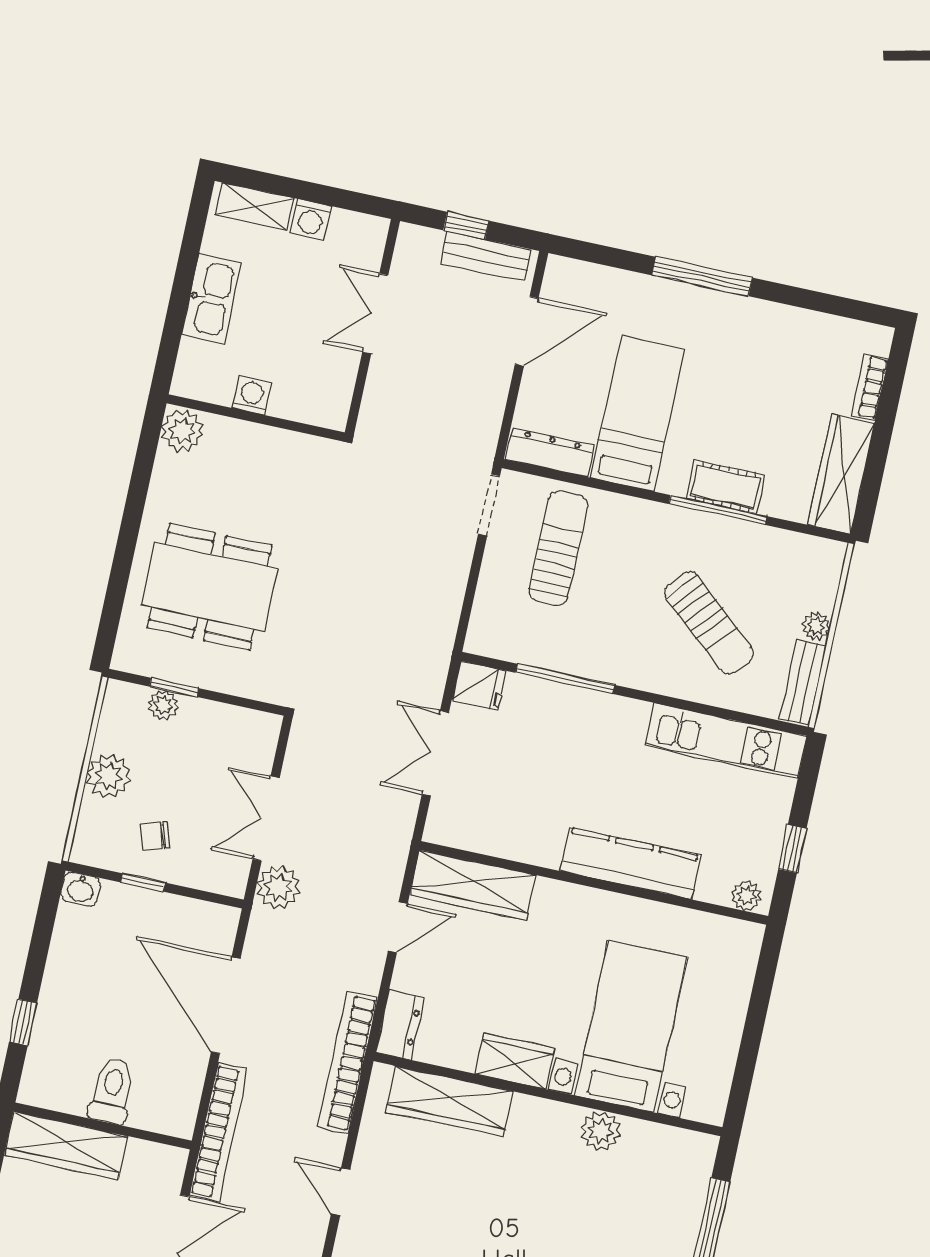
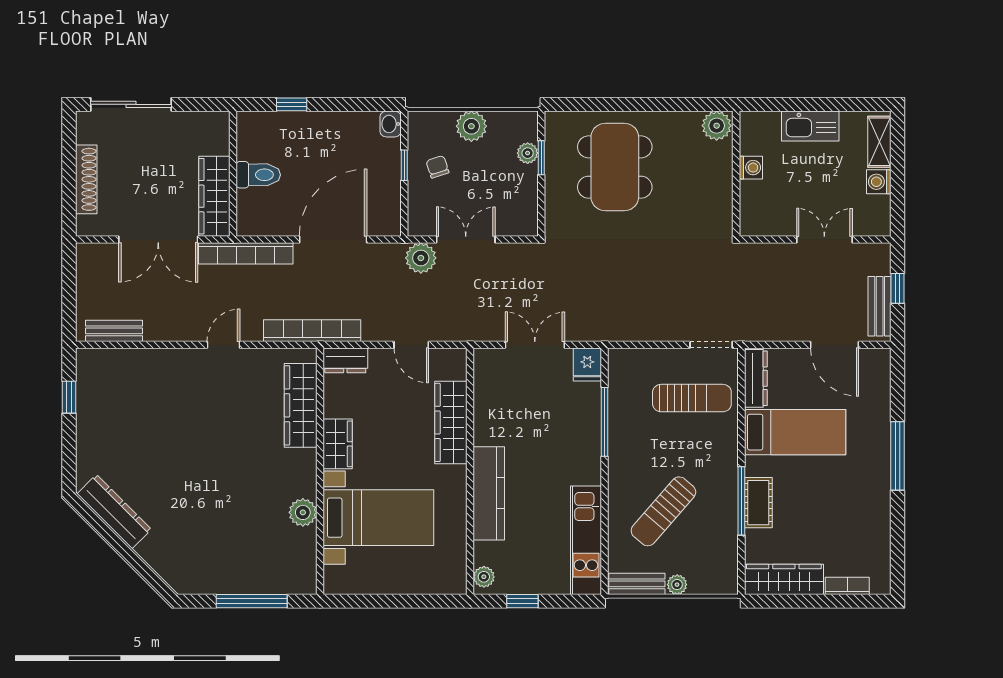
wardrobe: (473, 885) -> (451, 422), moved
wardrobe: (66, 1146) -> (214, 196), moved

